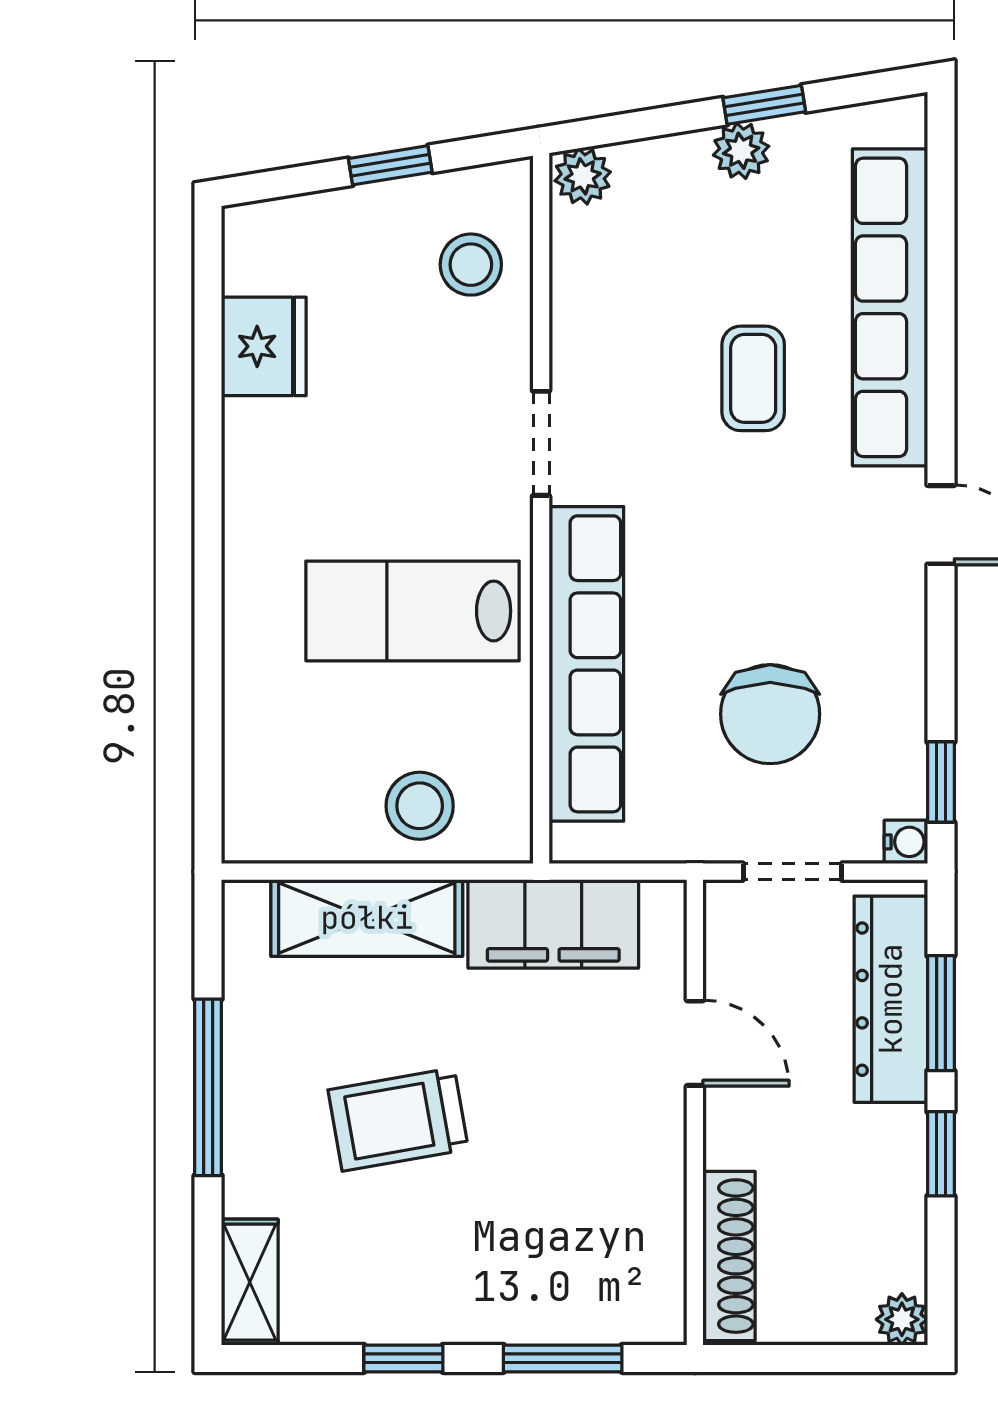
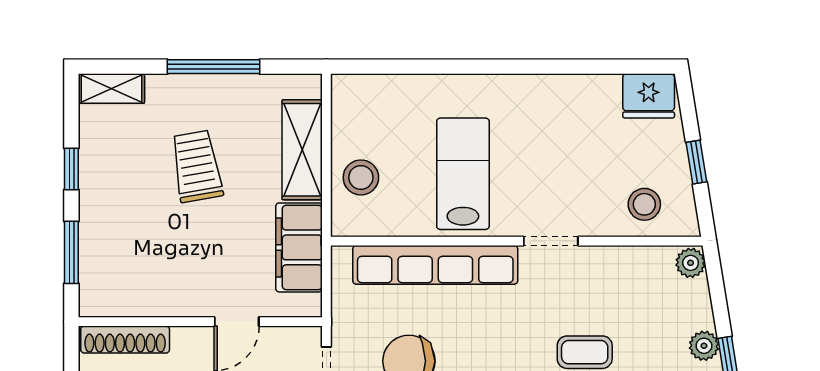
fridge: (264, 346) -> (649, 96), moved

